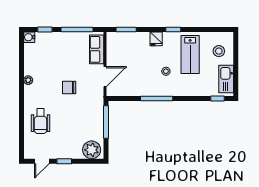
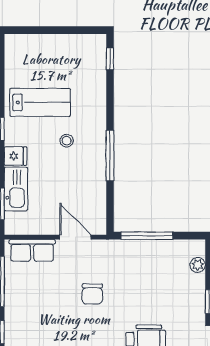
stool: (219, 51) -> (35, 57), removed
kitchen sink: (226, 79) -> (16, 189), moved, turned -90
plant: (92, 150) -> (198, 265), width x0.53, depth x0.53

